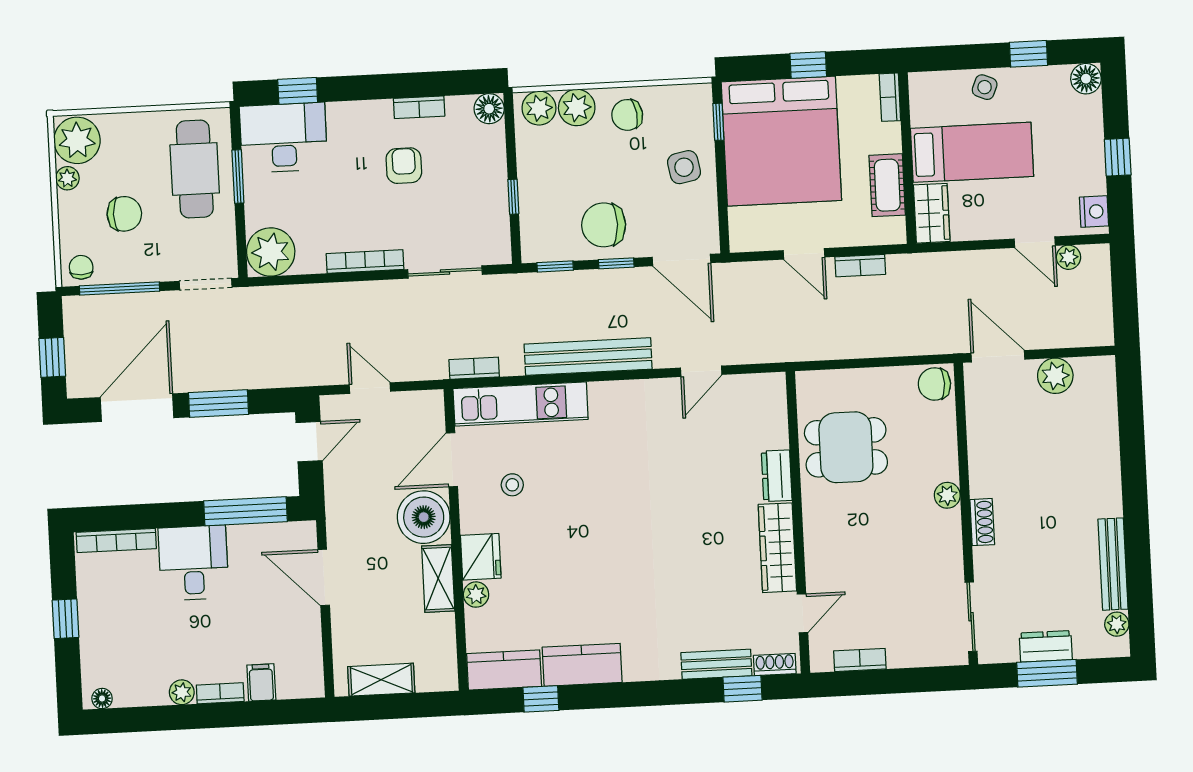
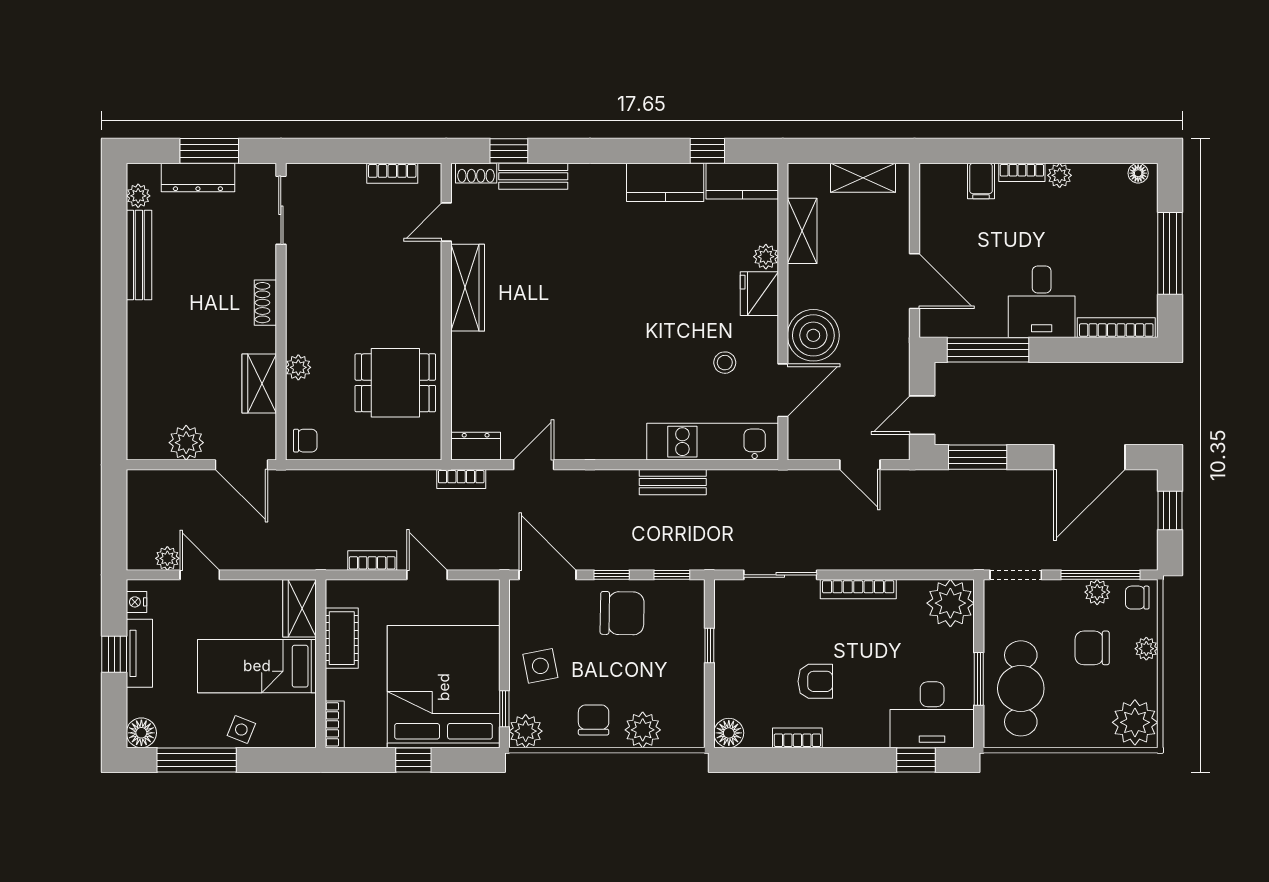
window: (1028, 54) -> (197, 760), width x2.17
plant: (539, 108) -> (526, 731), moved
chair: (627, 115) -> (594, 720), turned -82
tv unit: (1092, 159) -> (139, 653), added
armchair: (404, 166) -> (815, 681), turned -90
plant: (67, 178) -> (1146, 649), moved
nightstand: (1094, 212) -> (136, 602), width x0.72, depth x0.74
chair: (81, 267) -> (1137, 598), turned 90
plant: (122, 271) -> (1097, 592), added
bench: (588, 357) -> (673, 482), width x0.54, depth x0.82
bookcase: (474, 368) -> (461, 479), moved
chair: (934, 384) -> (305, 441), width x0.73, depth x0.73
window: (218, 404) -> (978, 457), moved
wardrobe: (984, 440) -> (259, 384), added
dresser: (777, 476) -> (476, 446), moved, turned -90
plant: (947, 495) -> (298, 367), moved
shelving: (438, 578) -> (802, 231), moved
window: (66, 619) -> (1170, 253), width x2.17
dresser: (1046, 646) -> (198, 178), width x1.44

